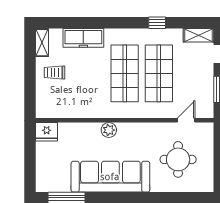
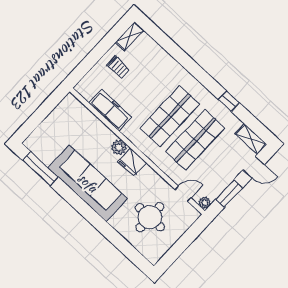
freezer: (83, 38) -> (110, 110), moved, turned 180
trolley: (55, 73) -> (118, 67), turned 180
plant: (208, 112) -> (205, 203), added
fridge: (47, 132) -> (132, 162), moved

